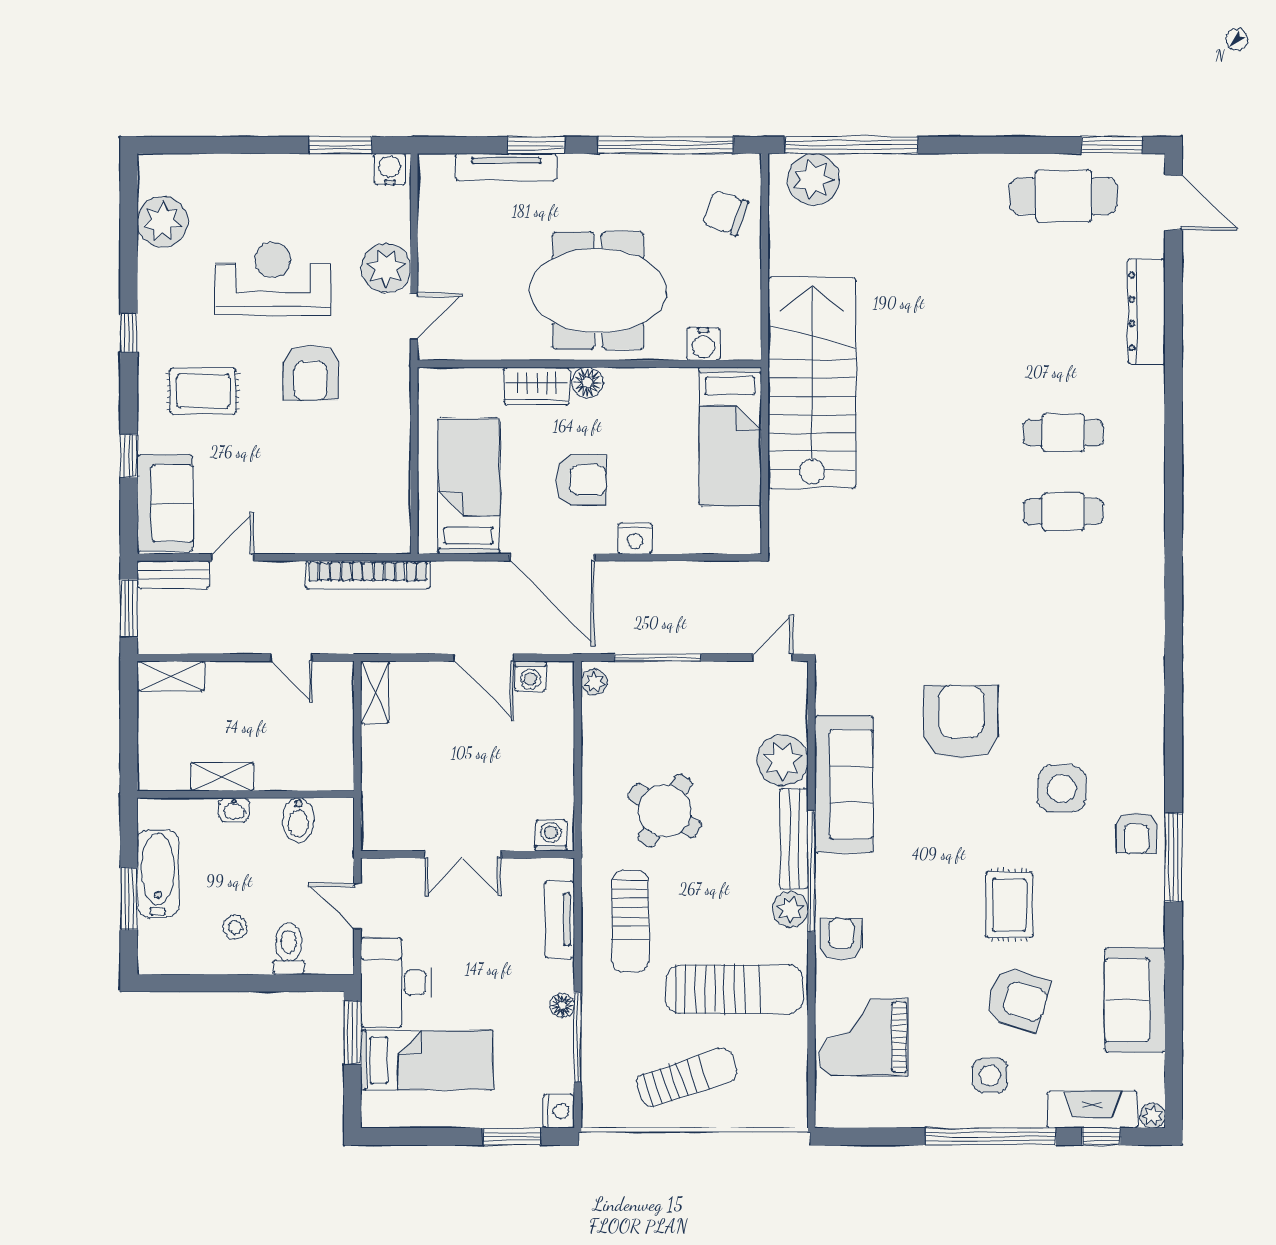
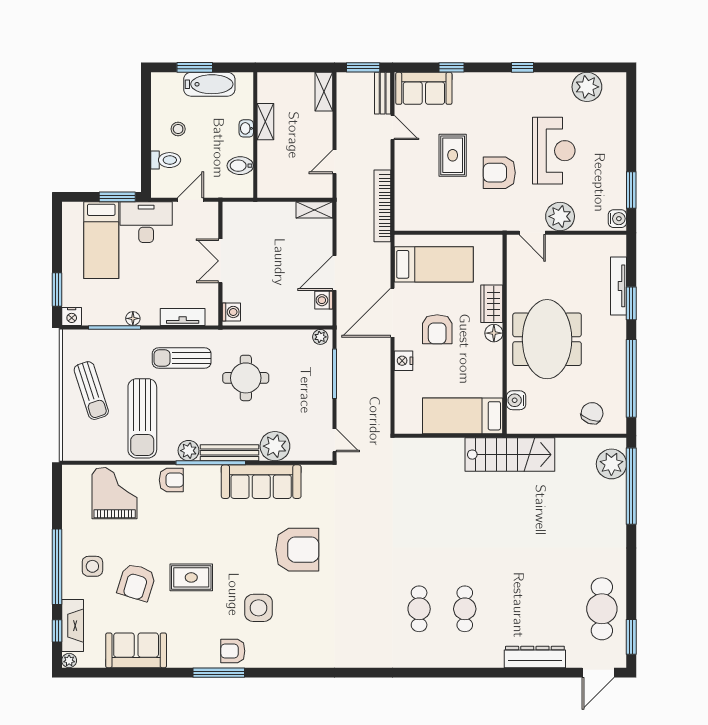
stairs: (812, 383) -> (510, 455), width x0.73, depth x0.66
rug: (203, 391) -> (453, 155), moved
round table: (665, 811) -> (246, 378), turned -32

